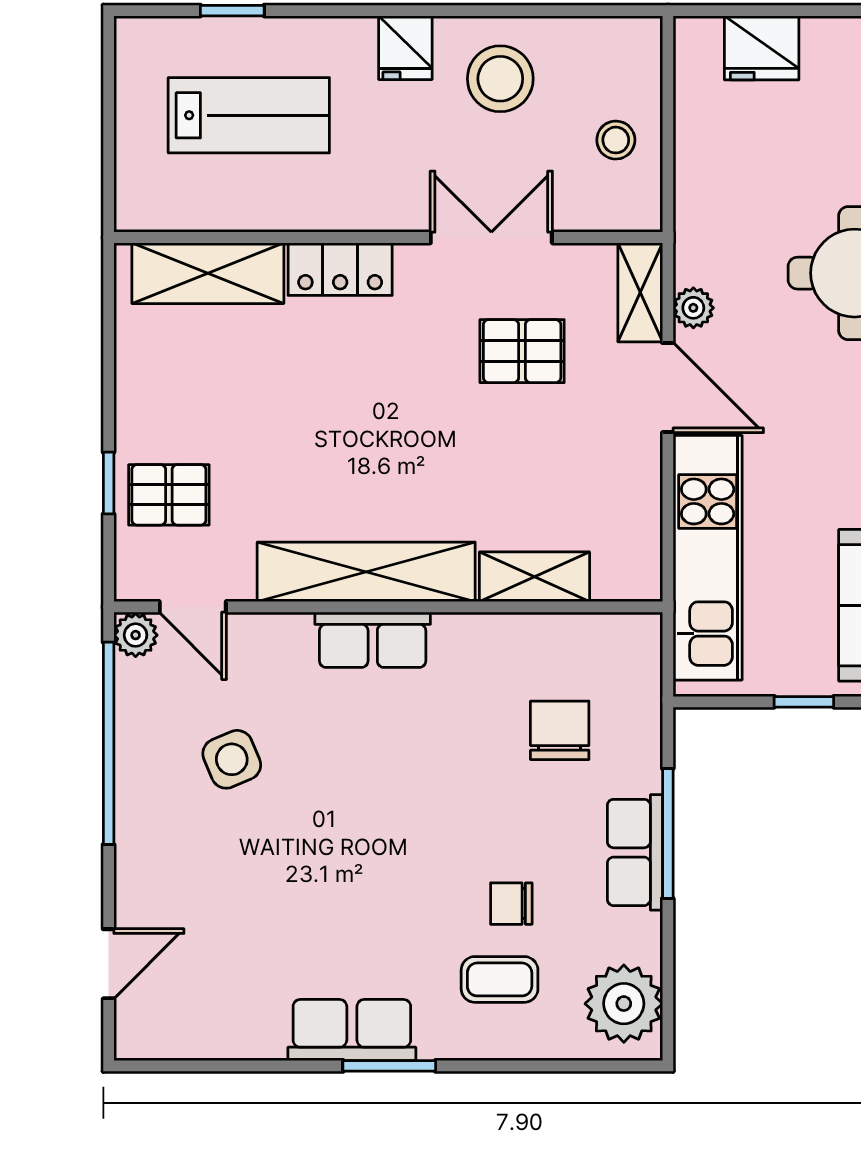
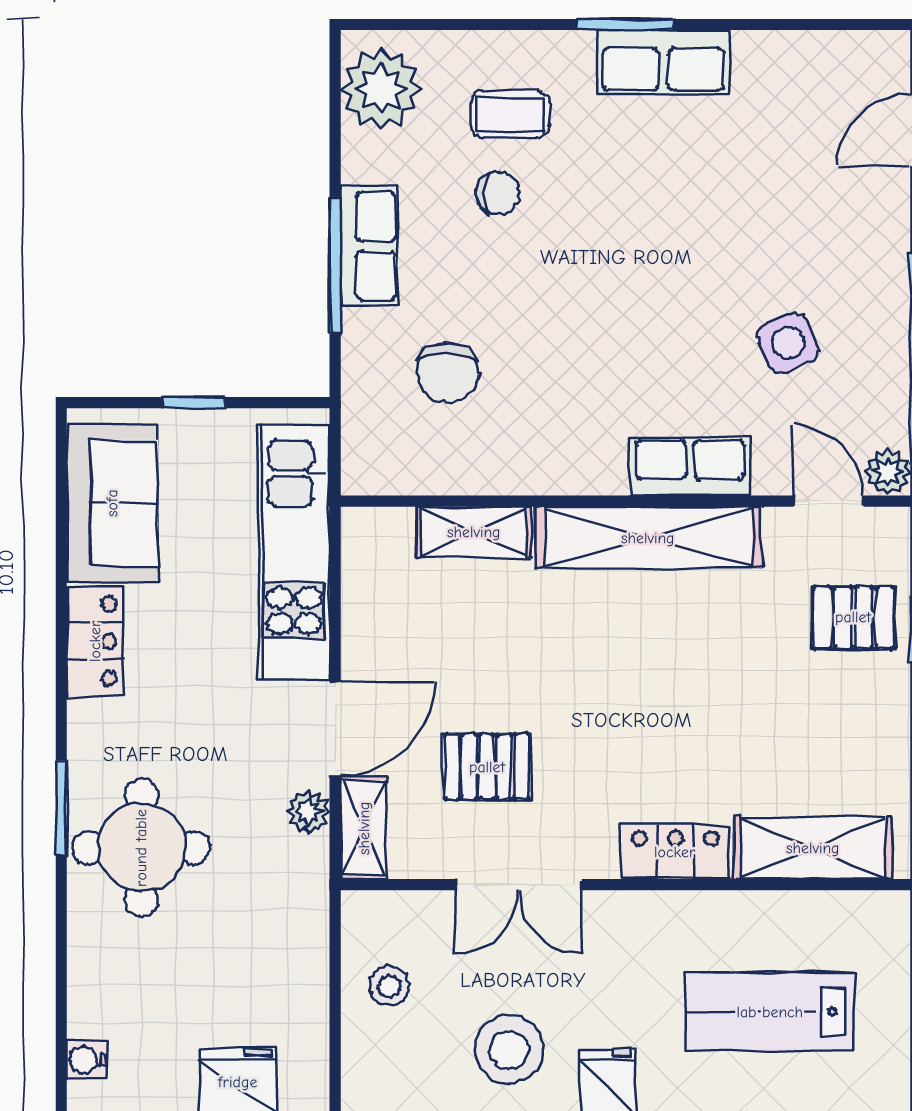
door: (668, 388) -> (335, 729), swing flipped
row of seats: (373, 640) -> (690, 467), moved

